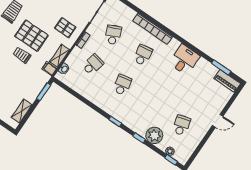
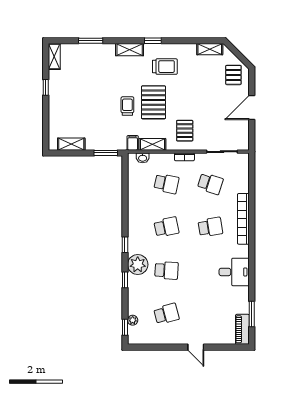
school desk: (113, 35) -> (210, 184), turned 42
school desk: (152, 105) -> (166, 270), added
plant: (154, 135) -> (138, 265), moved

